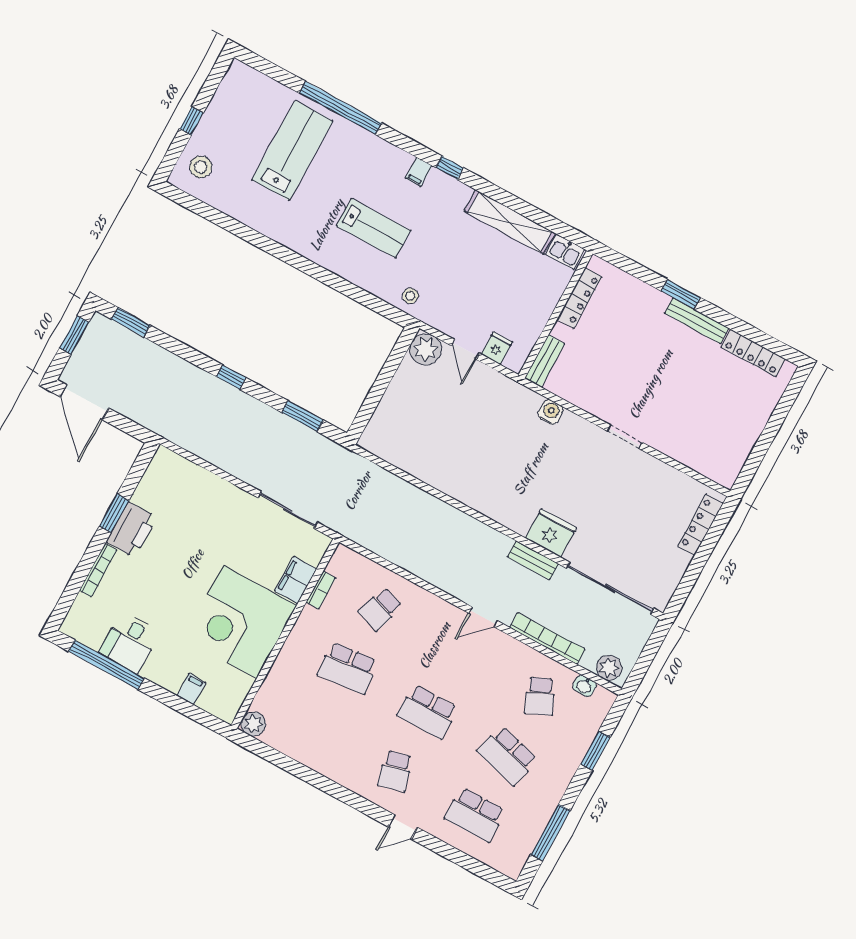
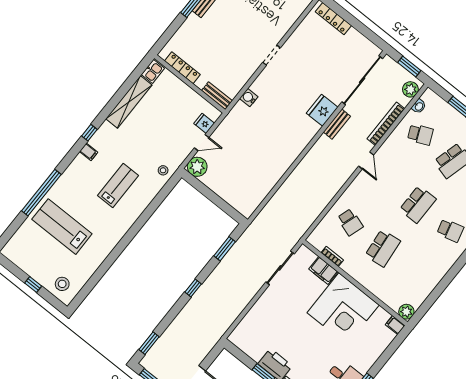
window: (645, 660) -> (409, 66), added
filing cabinet: (191, 689) -> (395, 325), moved

